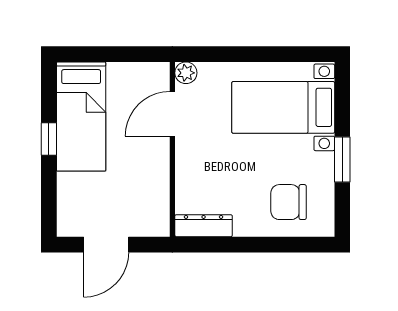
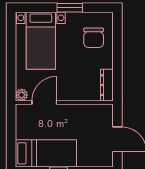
door: (172, 114) -> (44, 102), swing flipped

